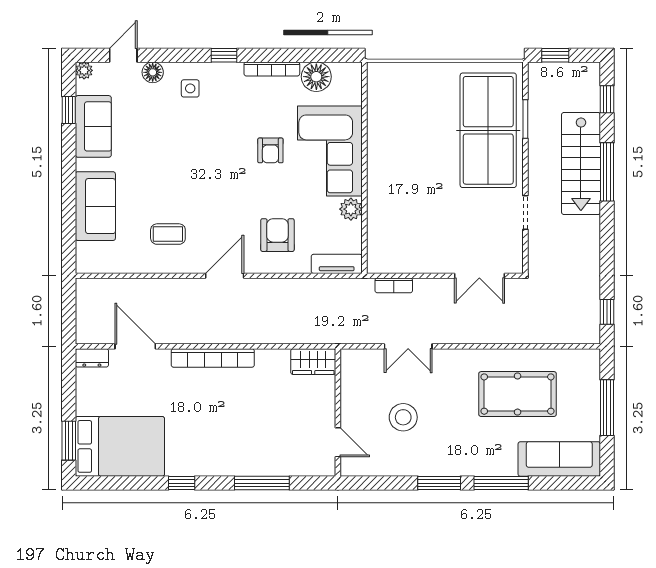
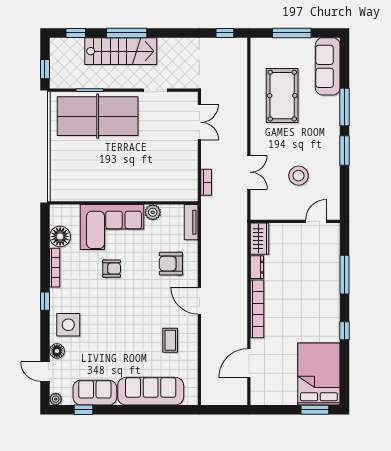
side table: (190, 88) -> (68, 325), width x1.87, depth x1.87
sofa: (95, 206) -> (151, 391), width x1.36
dresser: (92, 358) -> (257, 267), moved

